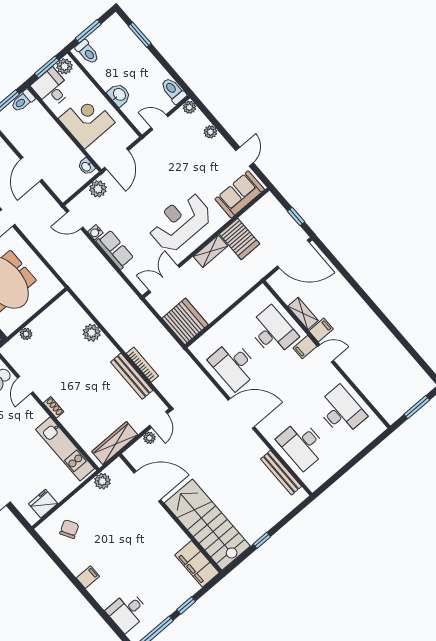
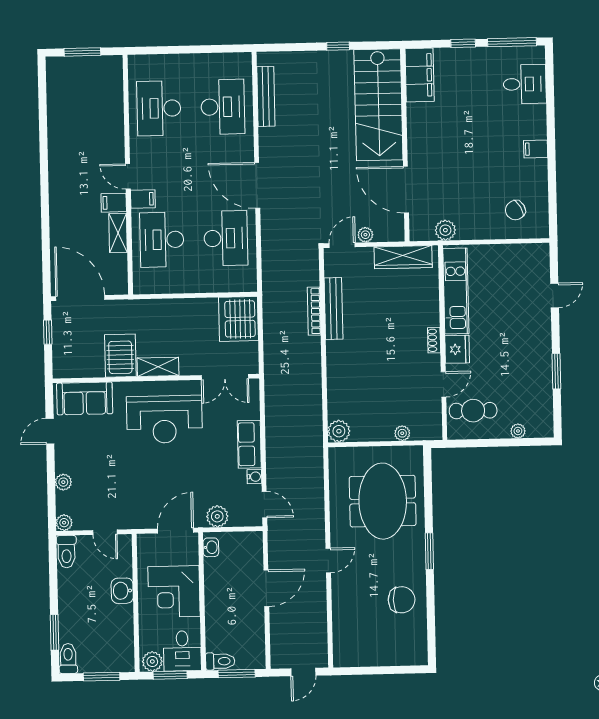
toilet: (87, 52) -> (68, 658), moved
plant: (92, 333) -> (339, 431), moved
fridge: (43, 504) -> (457, 349), moved, turned -90

